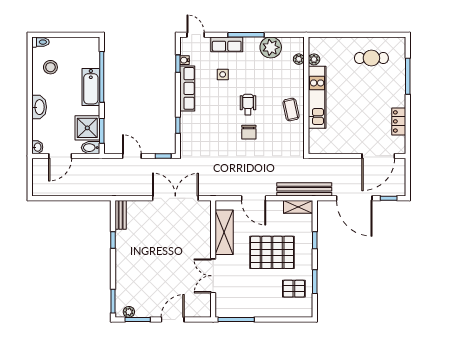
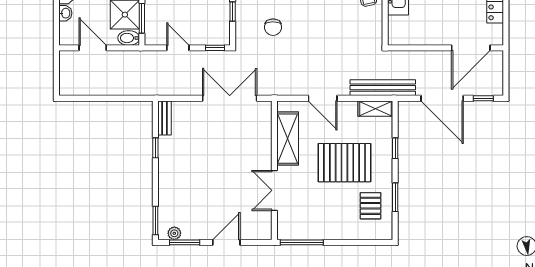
chair: (249, 132) -> (273, 27), moved
washbasin: (37, 147) -> (65, 13), moved
door: (60, 156) -> (93, 48), swing flipped
pallet: (294, 289) -> (370, 206), turned 90

